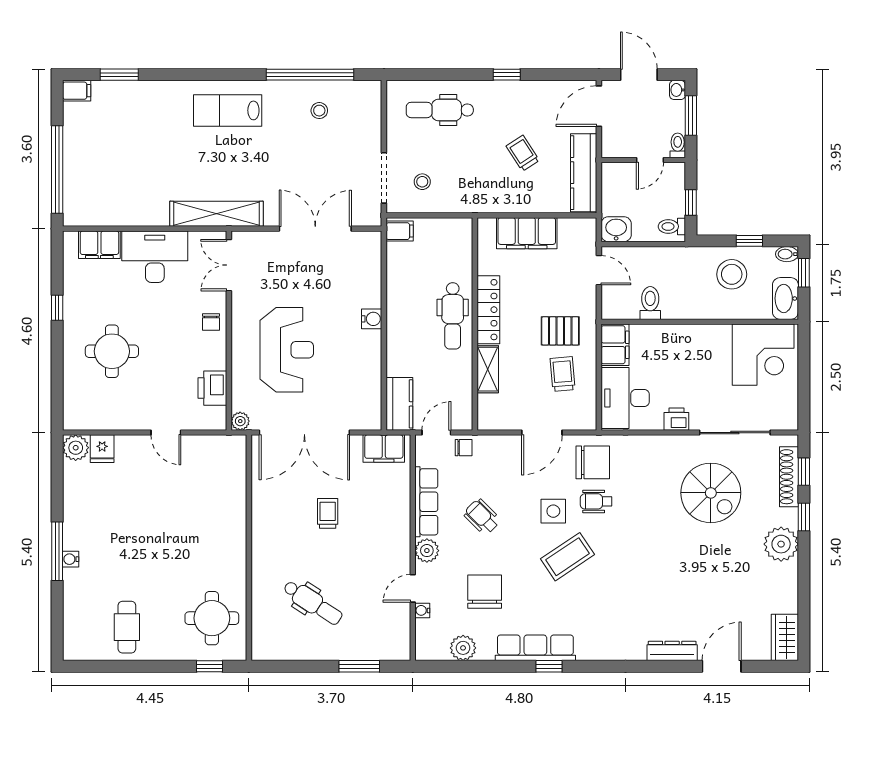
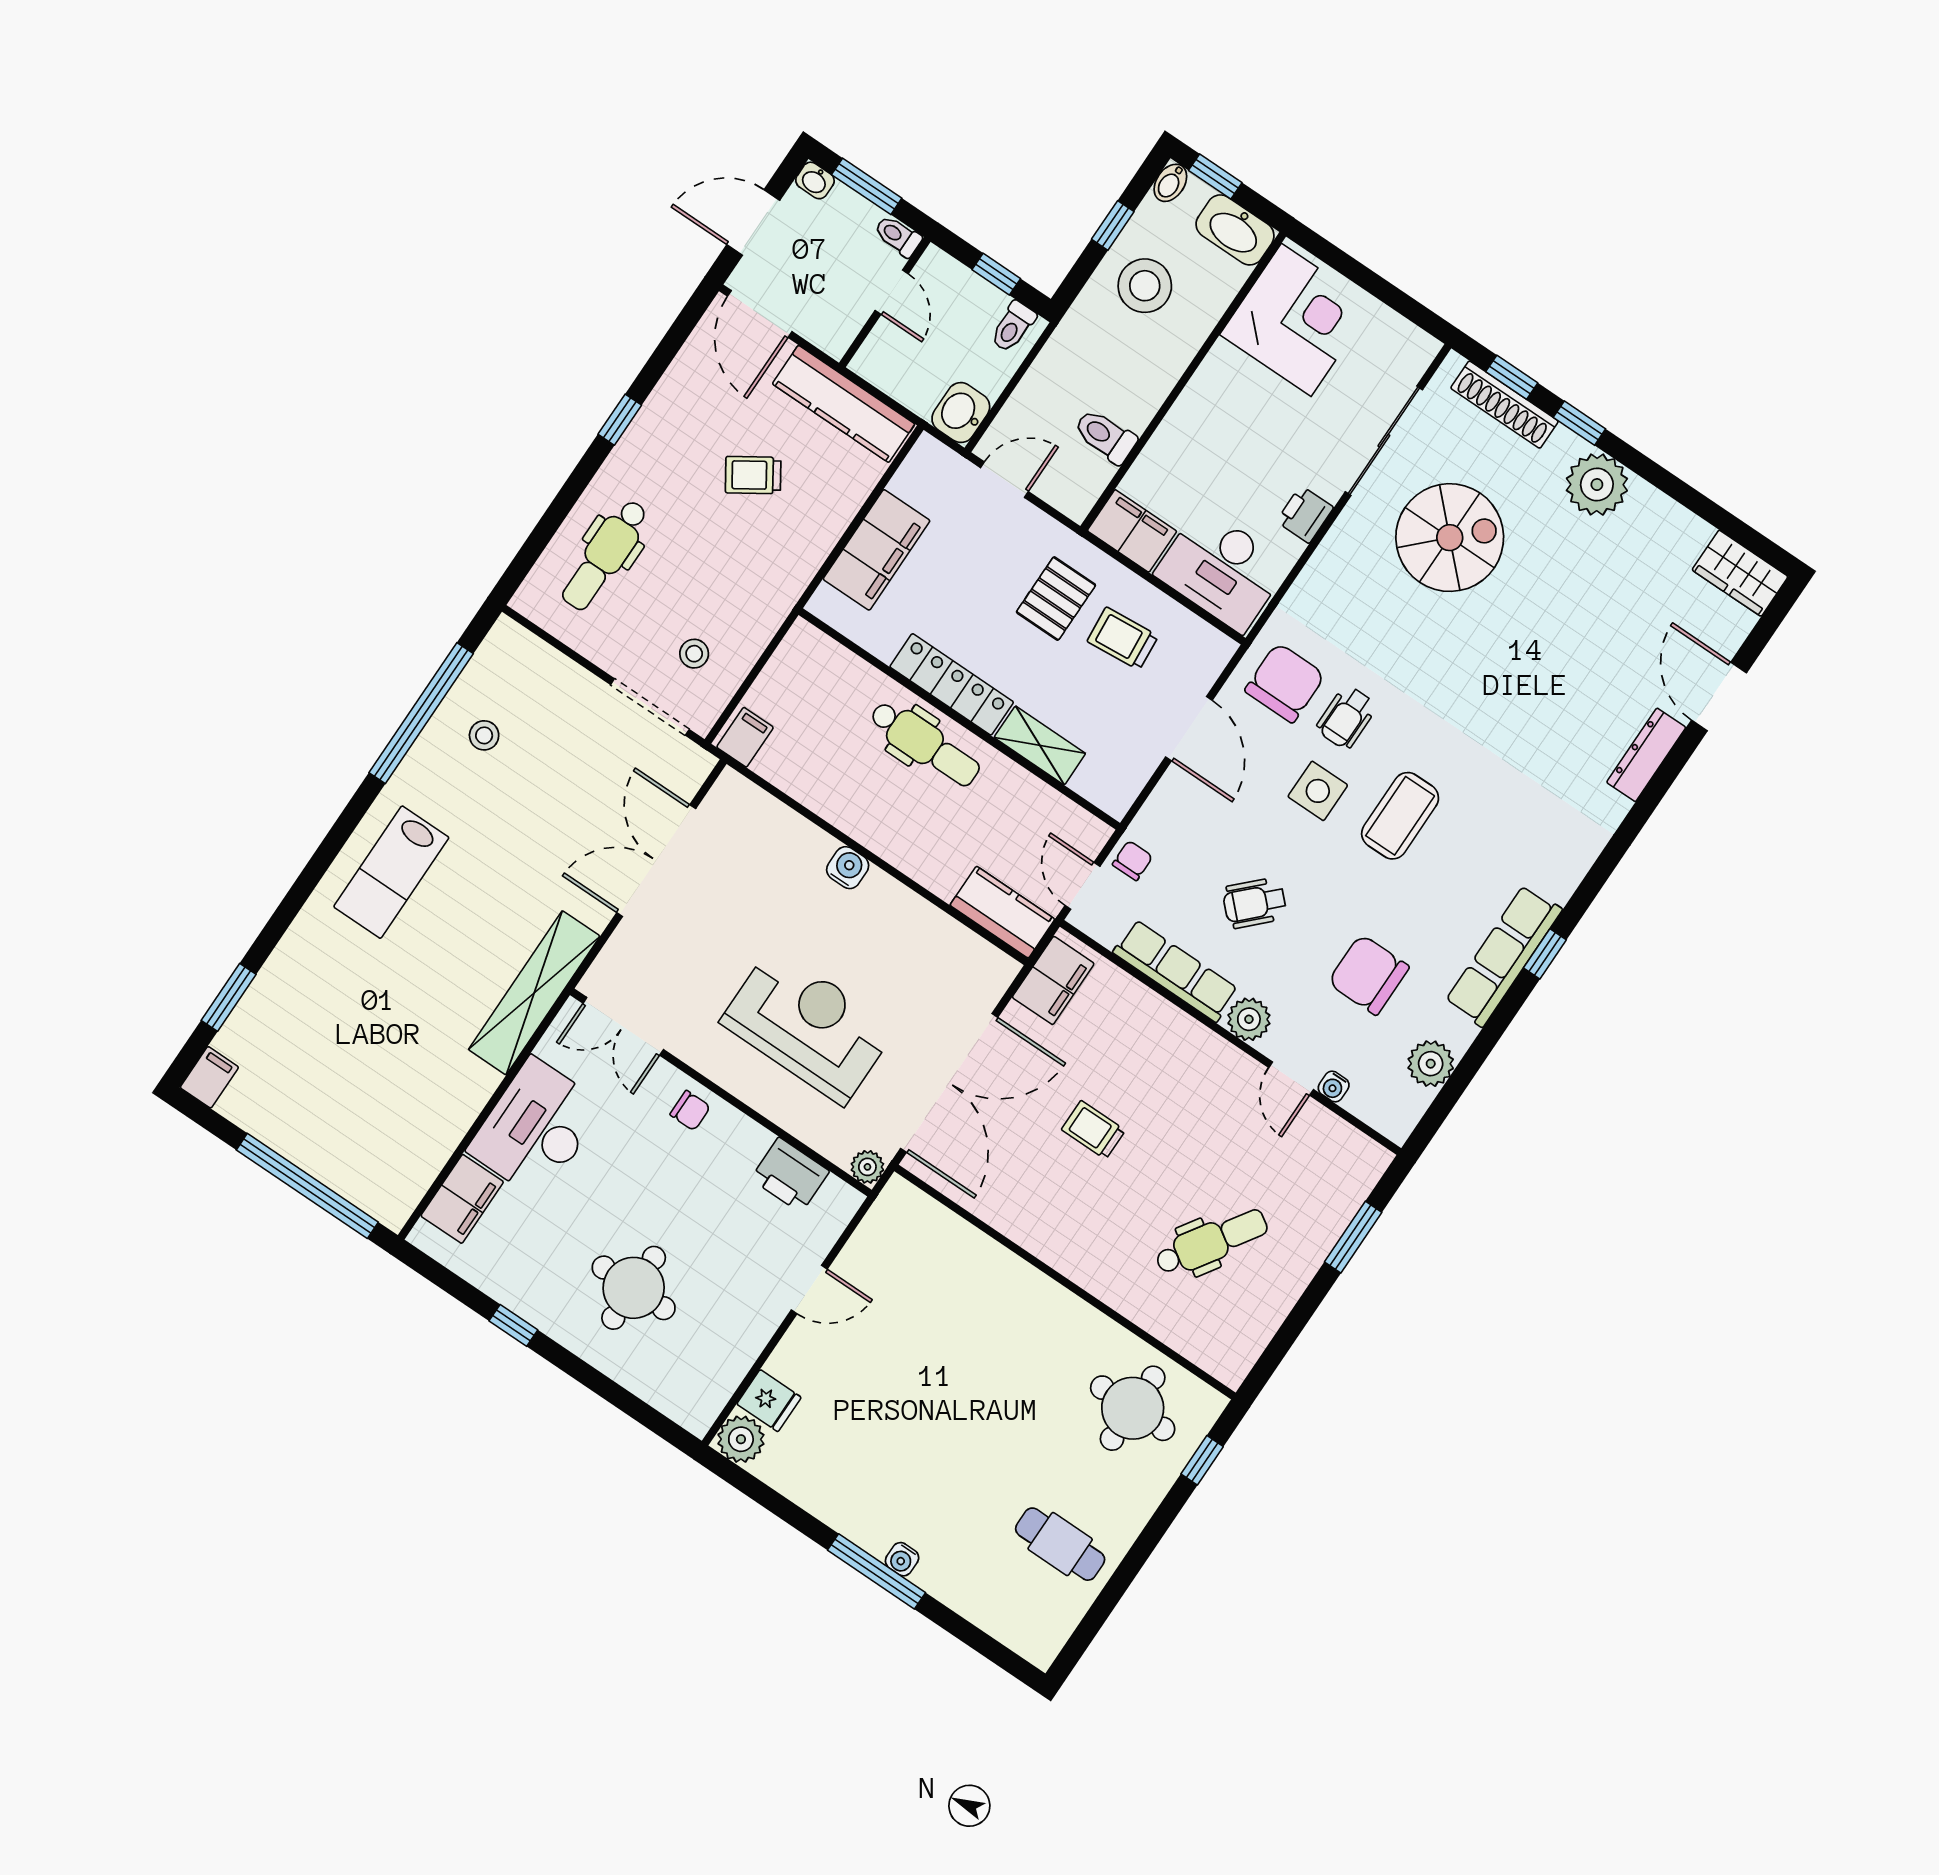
coffee table: (567, 557) -> (1400, 816), turned 34

